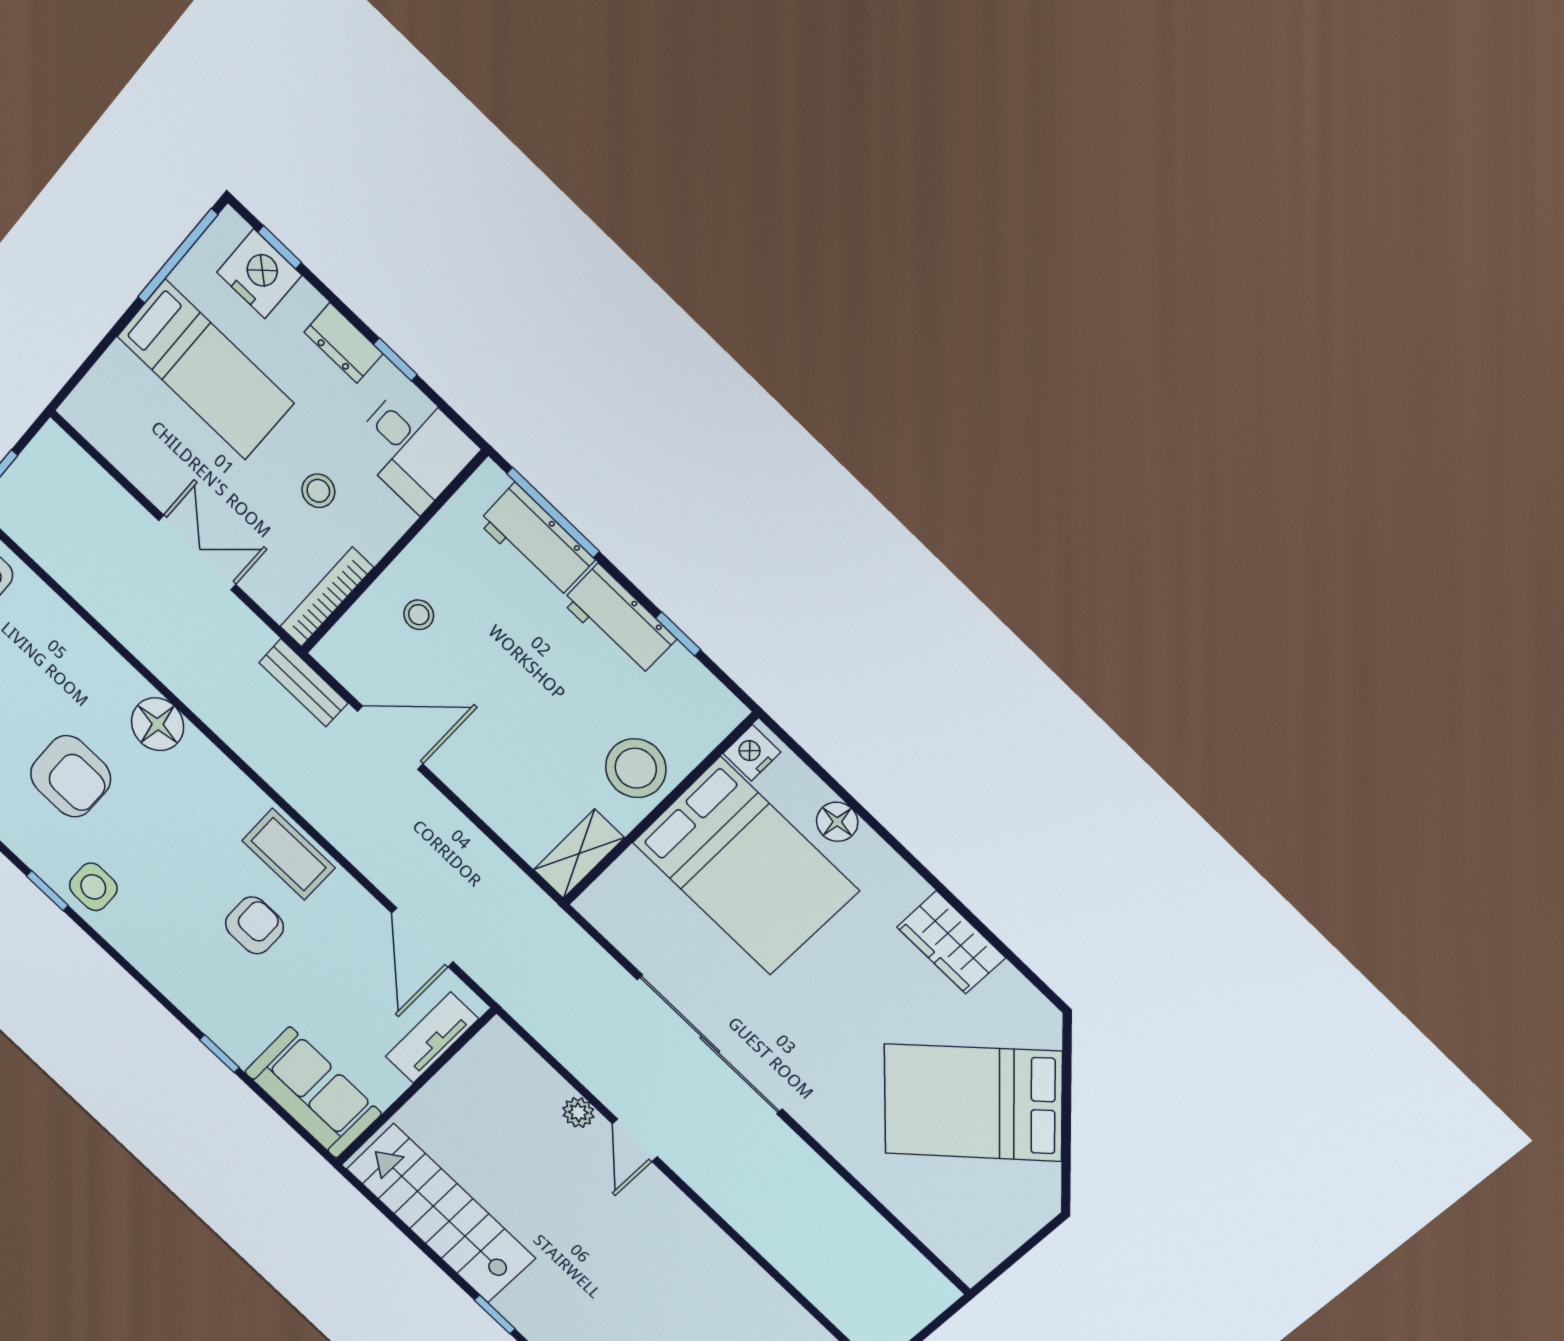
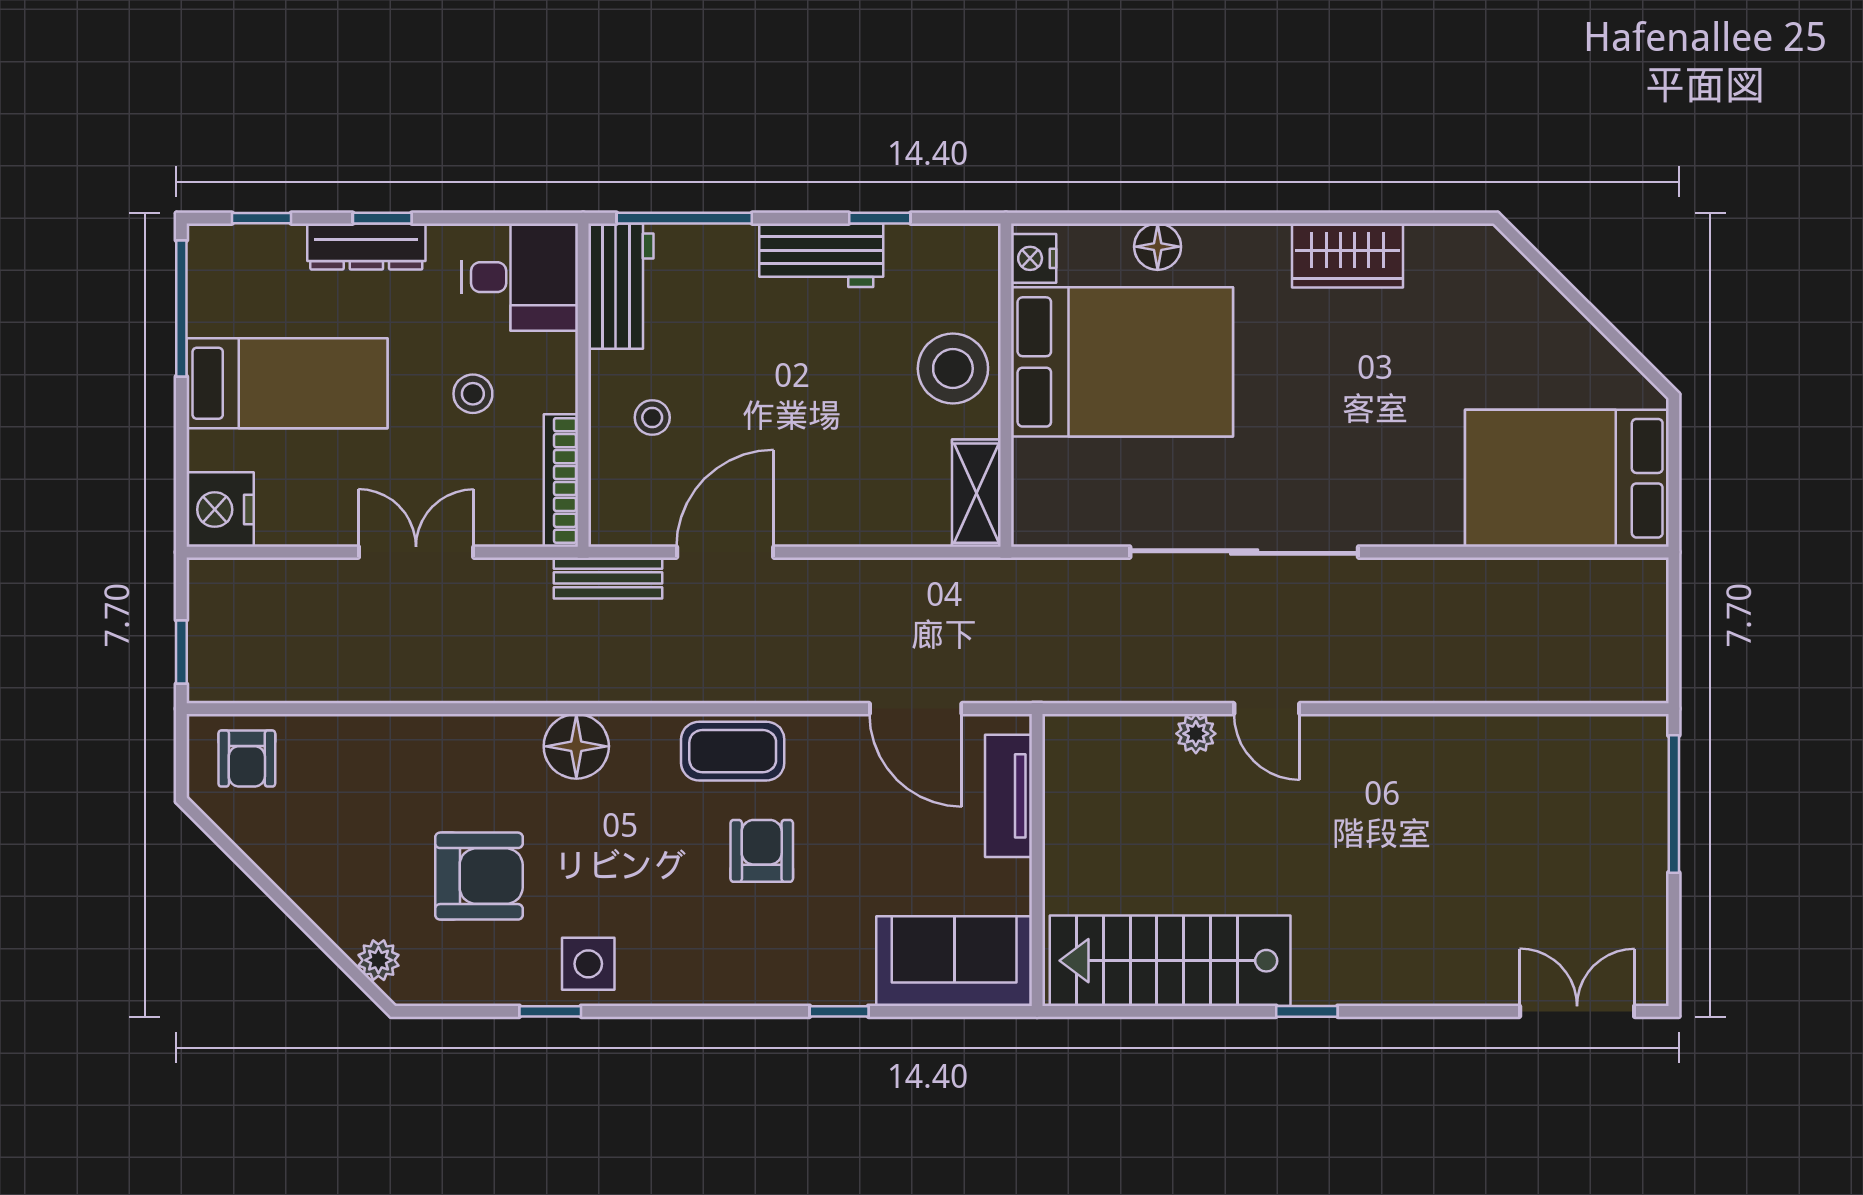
nightstand: (259, 274) -> (220, 510), moved, turned -90
dresser: (343, 343) -> (366, 246), width x1.44
window: (395, 359) -> (382, 218), moved
workbench: (536, 541) -> (621, 286), moved, turned -90
floor lamp: (158, 724) -> (576, 746), moved
bed: (973, 1103) -> (1567, 478), moved, turned 45

